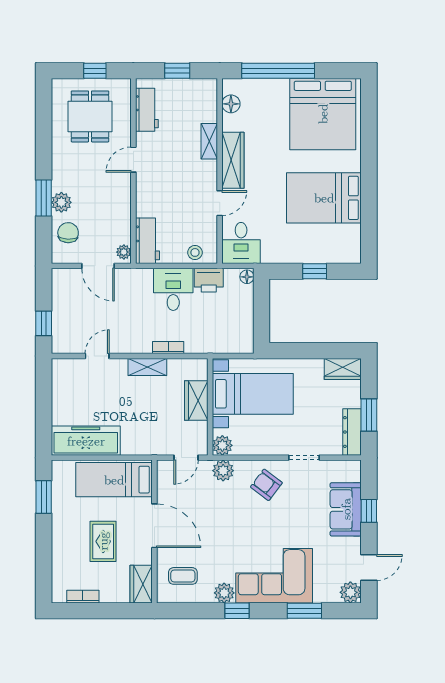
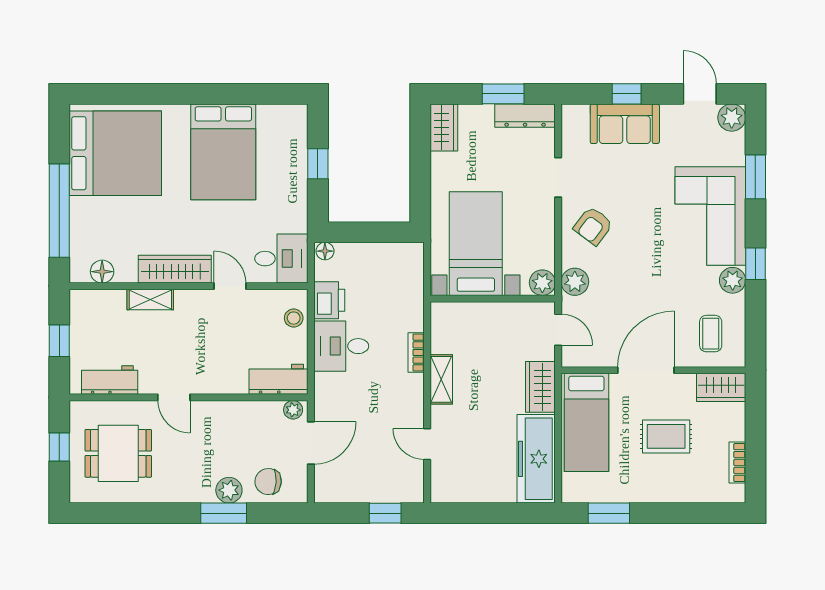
wardrobe: (196, 400) -> (540, 387), moved, turned 90

